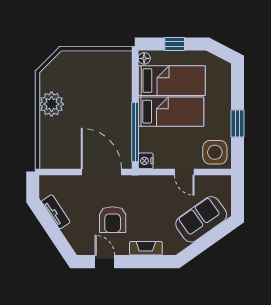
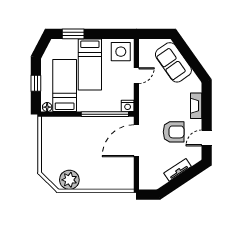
plant: (52, 104) -> (69, 180), moved
bed: (171, 112) -> (90, 64), moved, turned 180
window: (238, 123) -> (73, 34), moved
tv unit: (56, 212) -> (178, 170), moved

